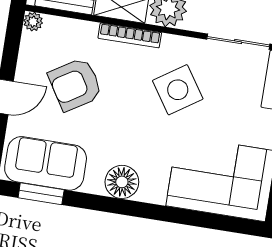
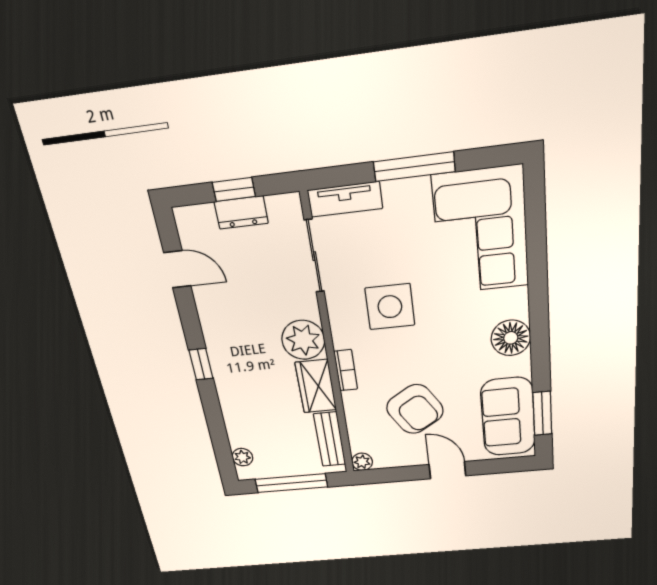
bookcase: (130, 35) -> (346, 370), width x0.64
side table: (178, 90) -> (390, 307), turned 34

